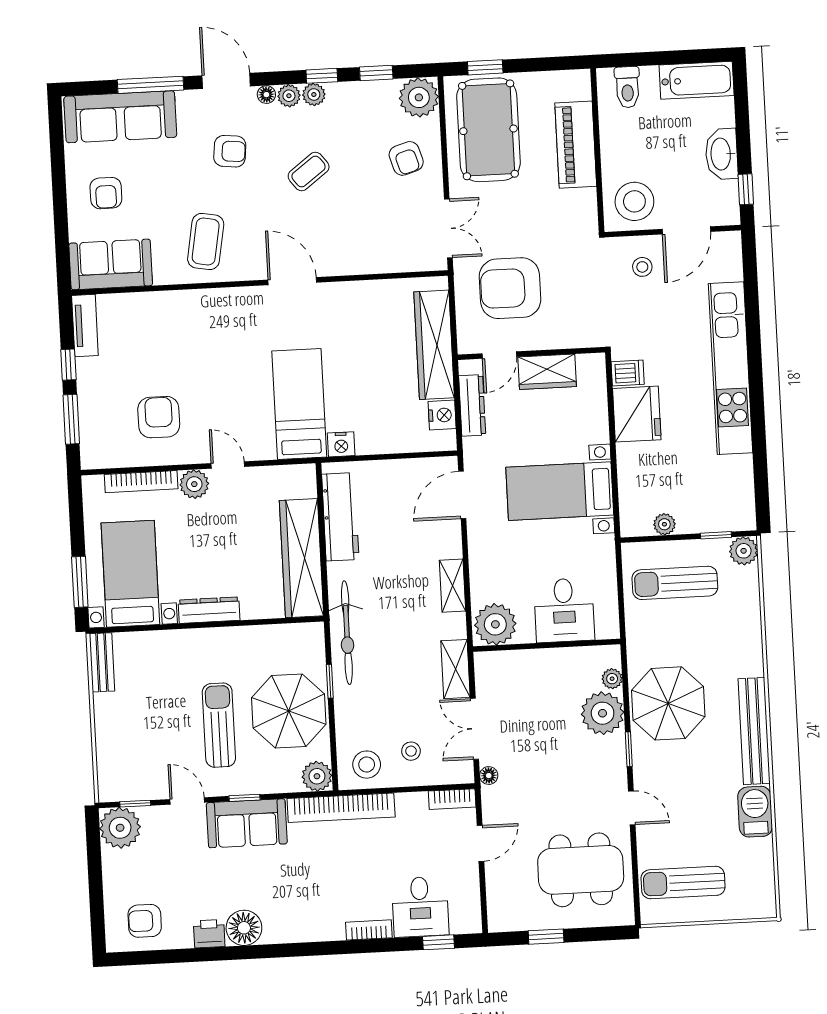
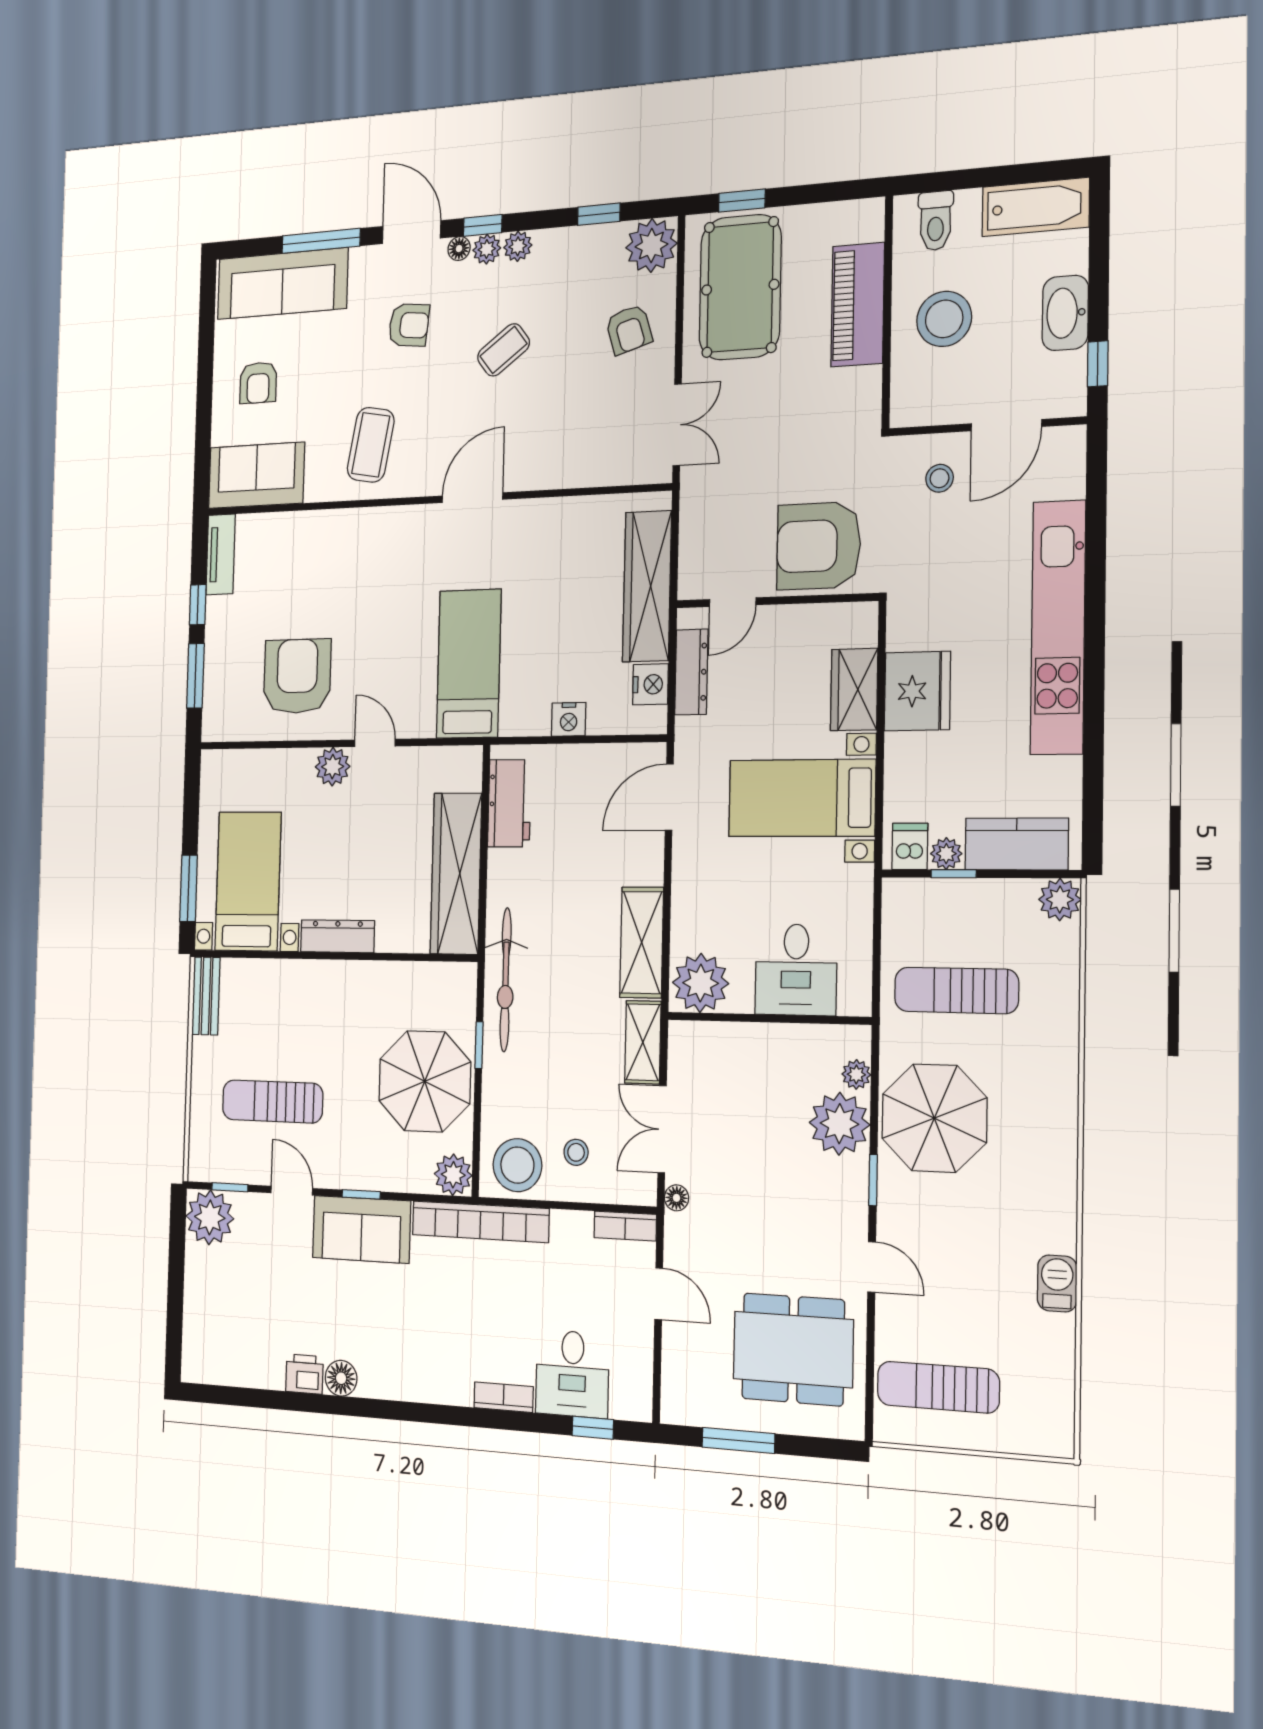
window: (322, 76) -> (483, 225), moved
stool: (634, 201) -> (944, 319), moved
door: (292, 281) -> (472, 498), hinge flipped
armchair: (510, 288) -> (819, 546), moved
wardrobe: (547, 372) -> (854, 690), moved, turned 90
dishwasher: (628, 373) -> (910, 846), moved, turned -90
armchair: (159, 417) -> (297, 676), width x1.36, depth x1.36
nightstand: (341, 444) -> (569, 719), moved
bookcase: (141, 482) -> (270, 760), removed
kitchen counter: (712, 515) -> (1017, 844), added
workbench: (340, 517) -> (509, 803), width x0.73
window: (716, 535) -> (954, 874), moved
sun lounger: (675, 583) -> (956, 990), moved
shelving: (453, 586) -> (642, 942), width x1.50, depth x1.33
sun lounger: (219, 725) -> (272, 1102), moved, turned -90
bench: (754, 731) -> (1058, 1172), removed
stool: (367, 765) -> (517, 1165), width x1.38, depth x1.38
barbecue: (755, 812) -> (1057, 1283), width x0.73, depth x0.79
door: (481, 843) -> (659, 1294), hinge flipped
armchair: (145, 921) -> (229, 1346), removed
floor lamp: (244, 928) -> (341, 1378), width x0.73, depth x0.73
window: (546, 937) -> (738, 1440), width x1.50

